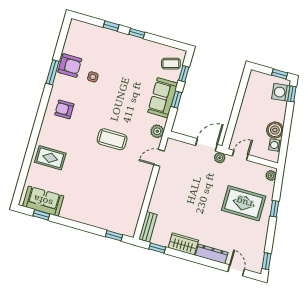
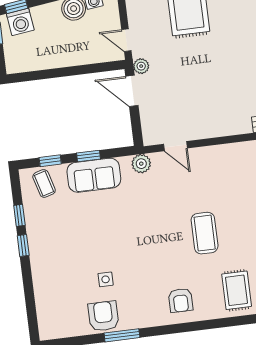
window: (111, 26) -> (19, 215), moved
armchair: (64, 109) -> (181, 300), moved
coffee table: (112, 139) -> (205, 233), moved

